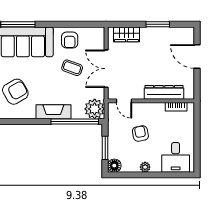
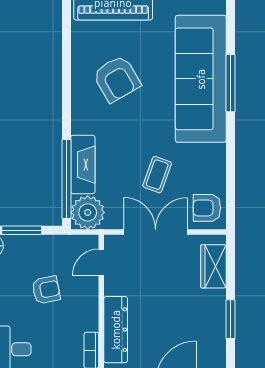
armchair: (70, 40) -> (207, 208), moved
fireplace: (53, 112) -> (83, 165), moved

